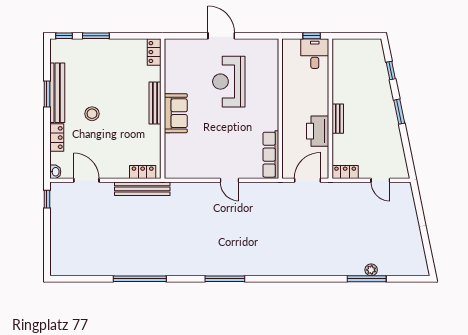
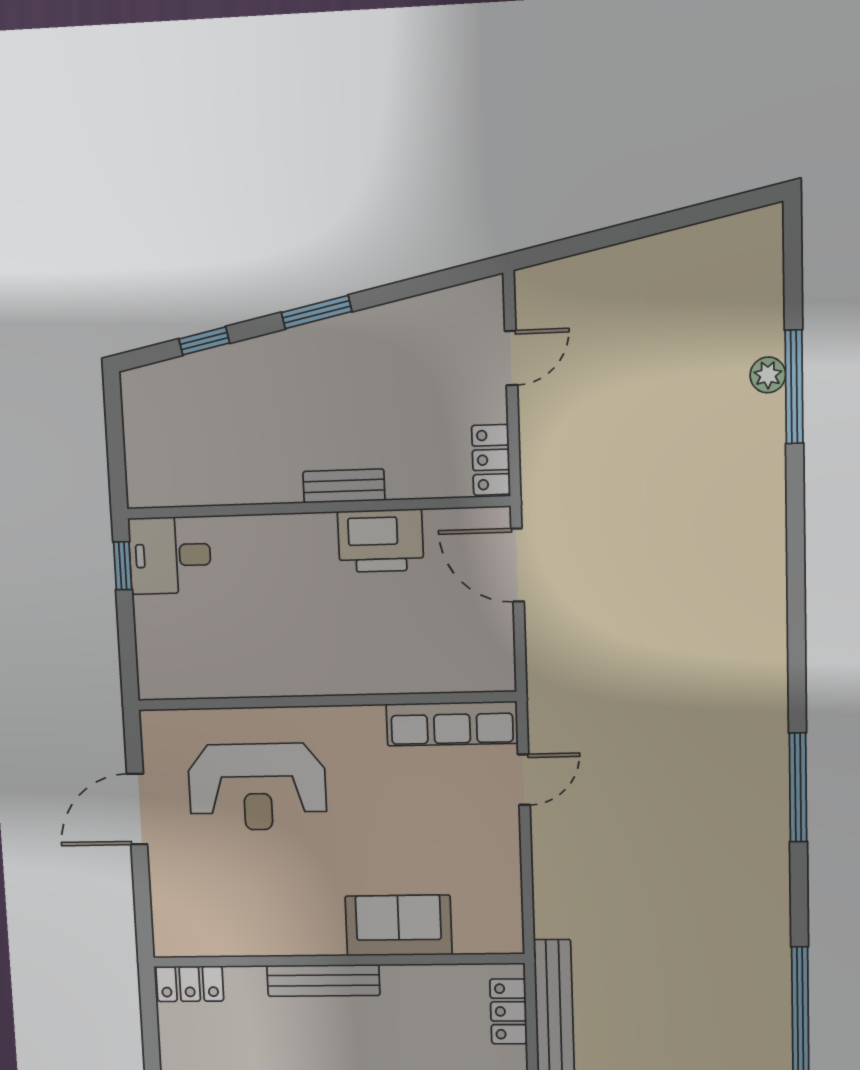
wall: (280, 109) -> (326, 701), moved
sofa: (176, 113) -> (399, 925), moved
row of seats: (271, 155) -> (452, 724), moved

